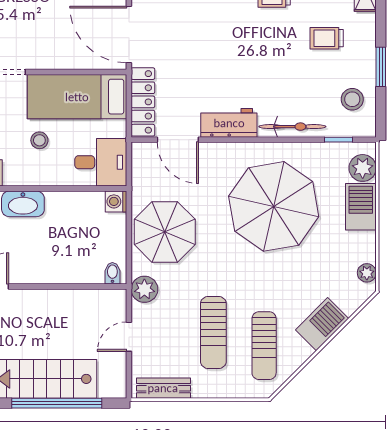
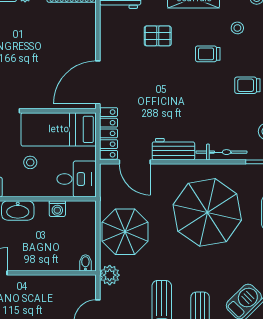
door: (129, 34) -> (98, 82), hinge flipped
washing machine: (116, 201) -> (57, 209), moved, turned -90

